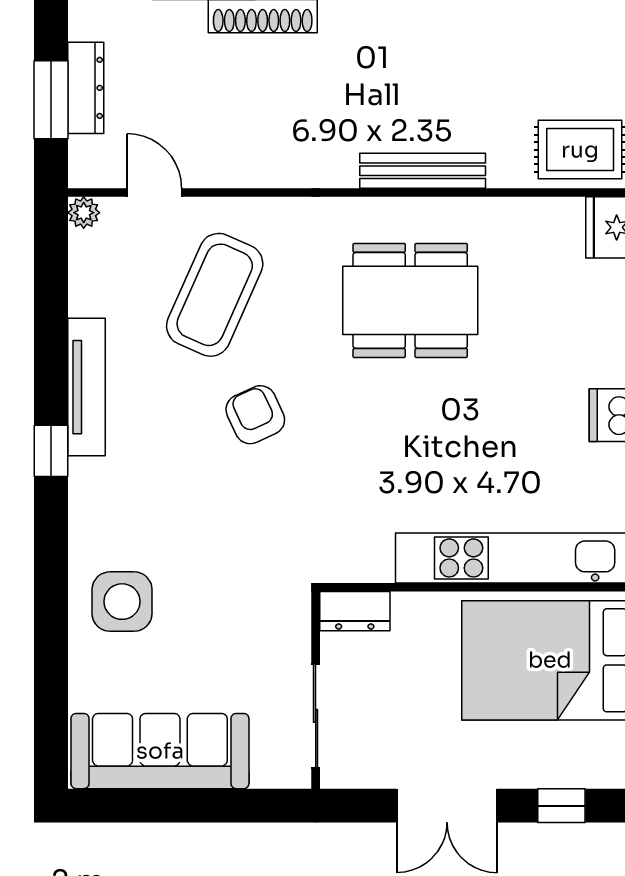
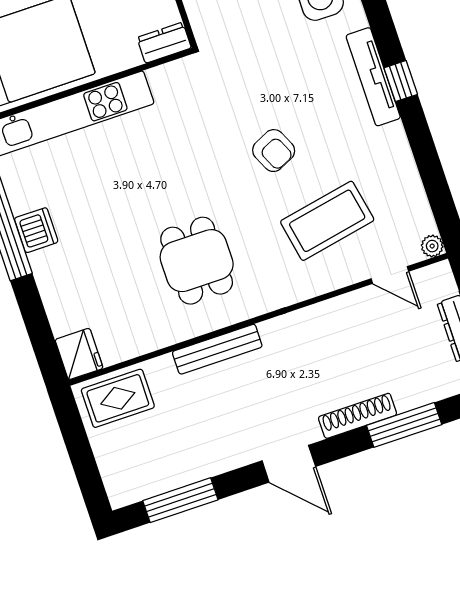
coffee table: (215, 295) -> (327, 221), turned 55
dining table: (410, 300) -> (197, 261), width x0.73
tv unit: (86, 387) -> (373, 77), moved

